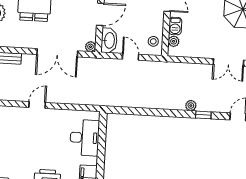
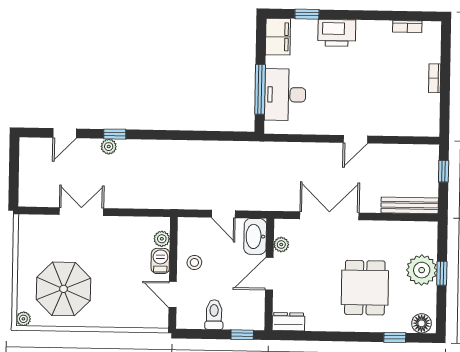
stool: (153, 41) -> (194, 262), moved
plant: (91, 47) -> (281, 245), moved
plant: (191, 106) -> (109, 147), moved
window: (102, 142) -> (260, 89), added

